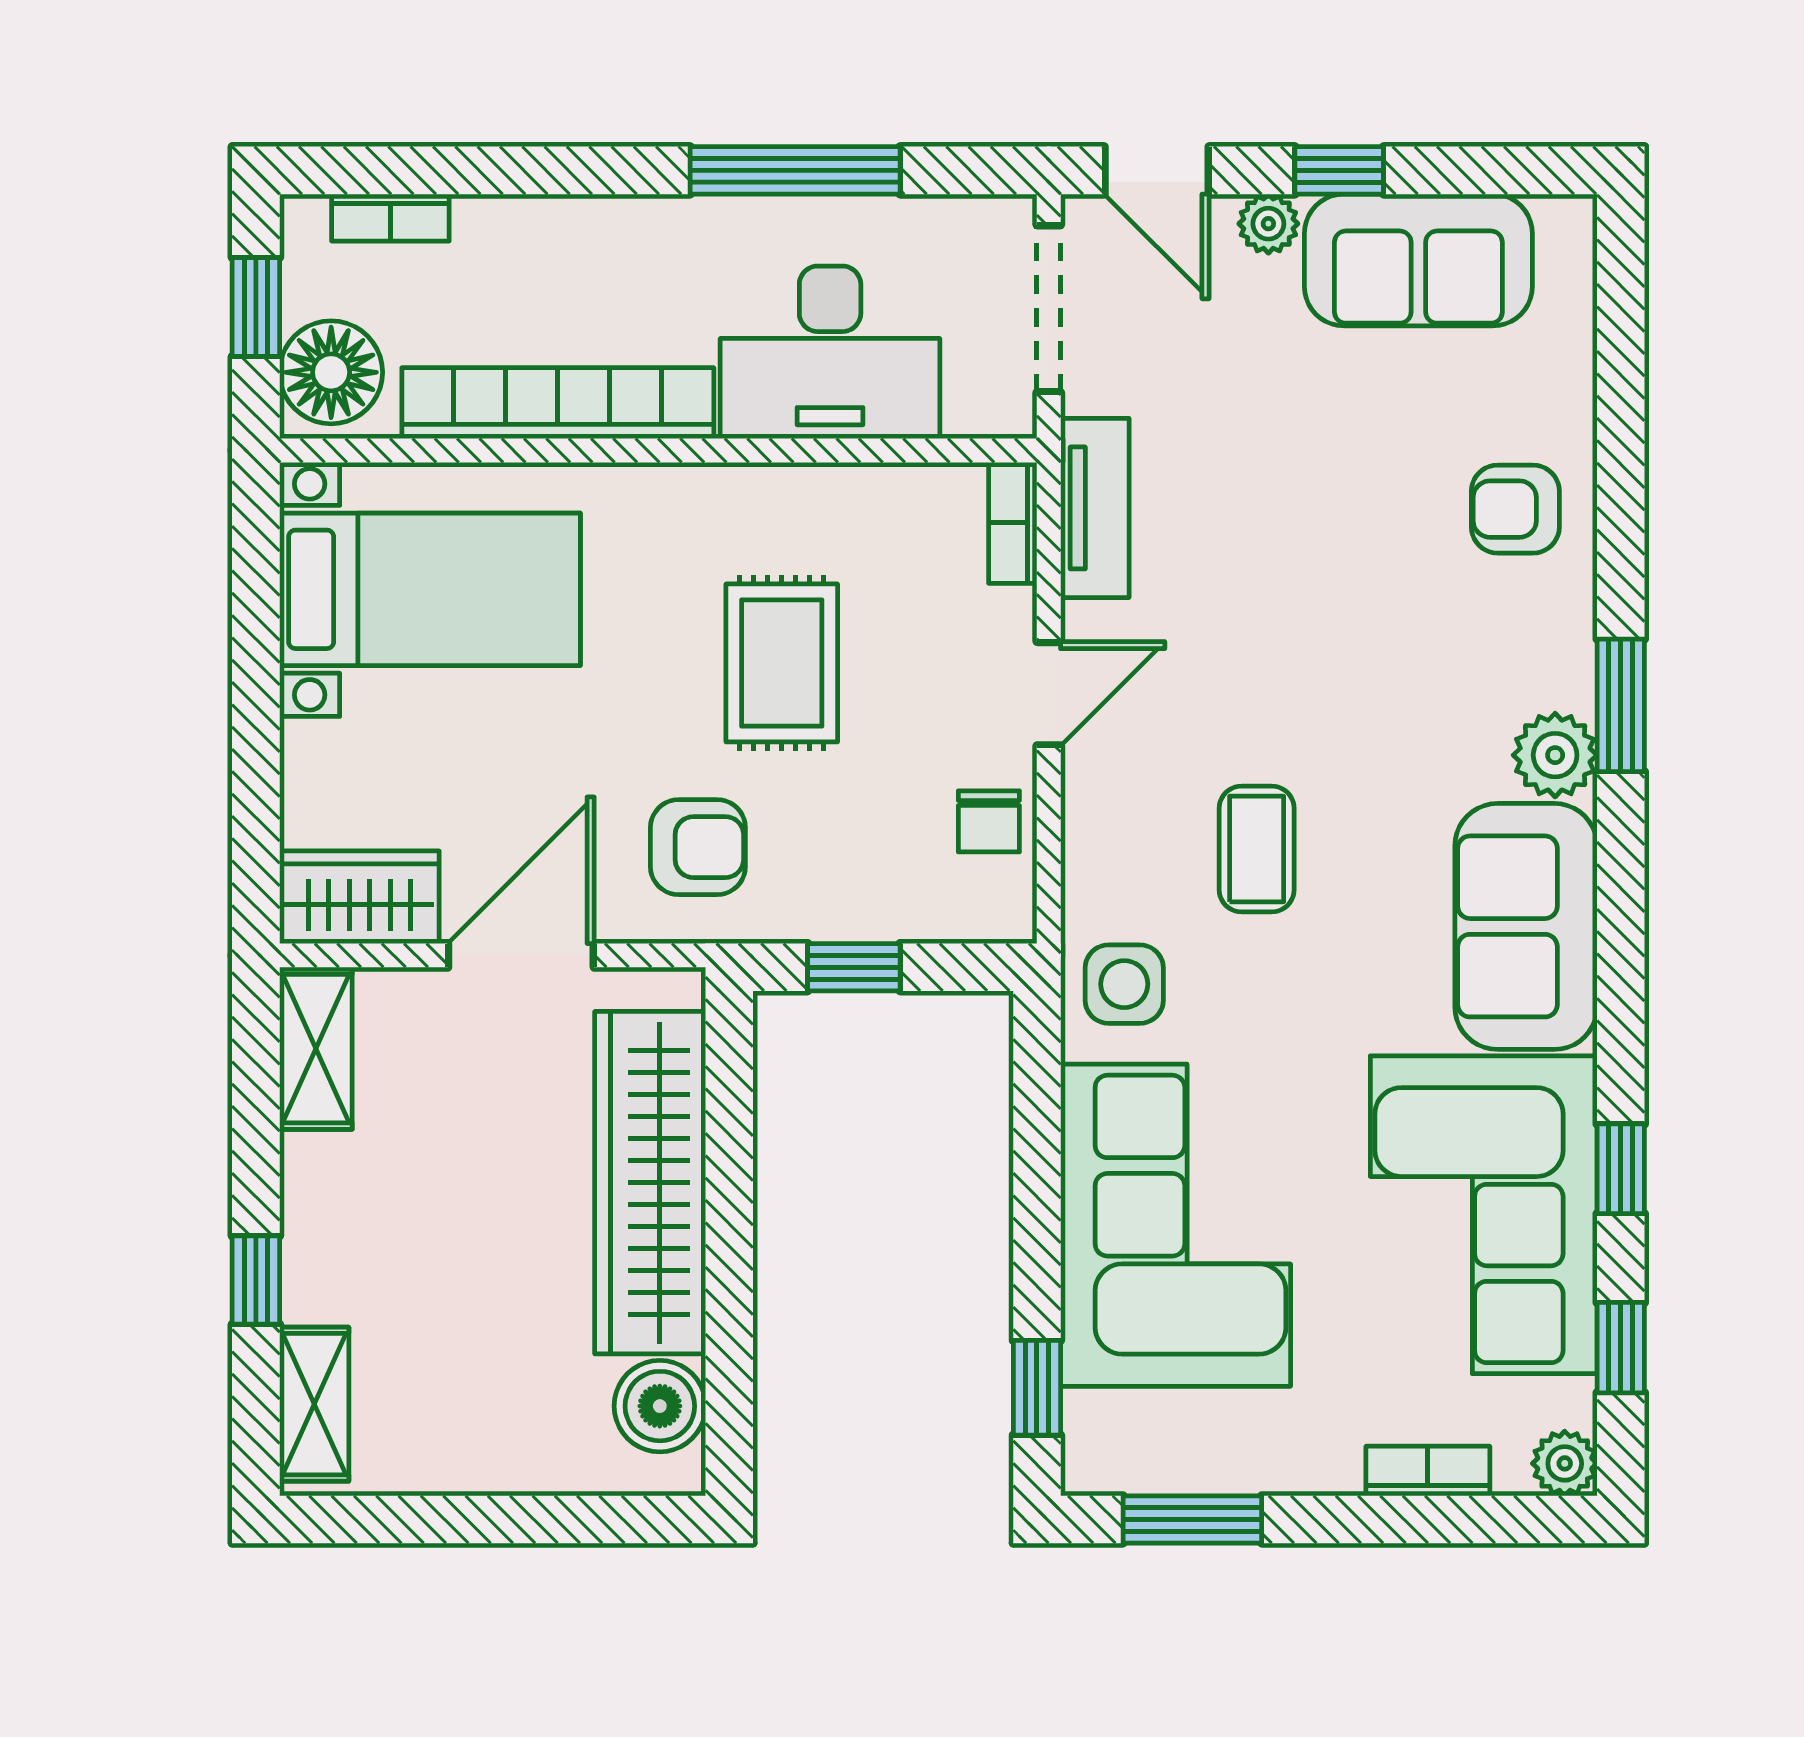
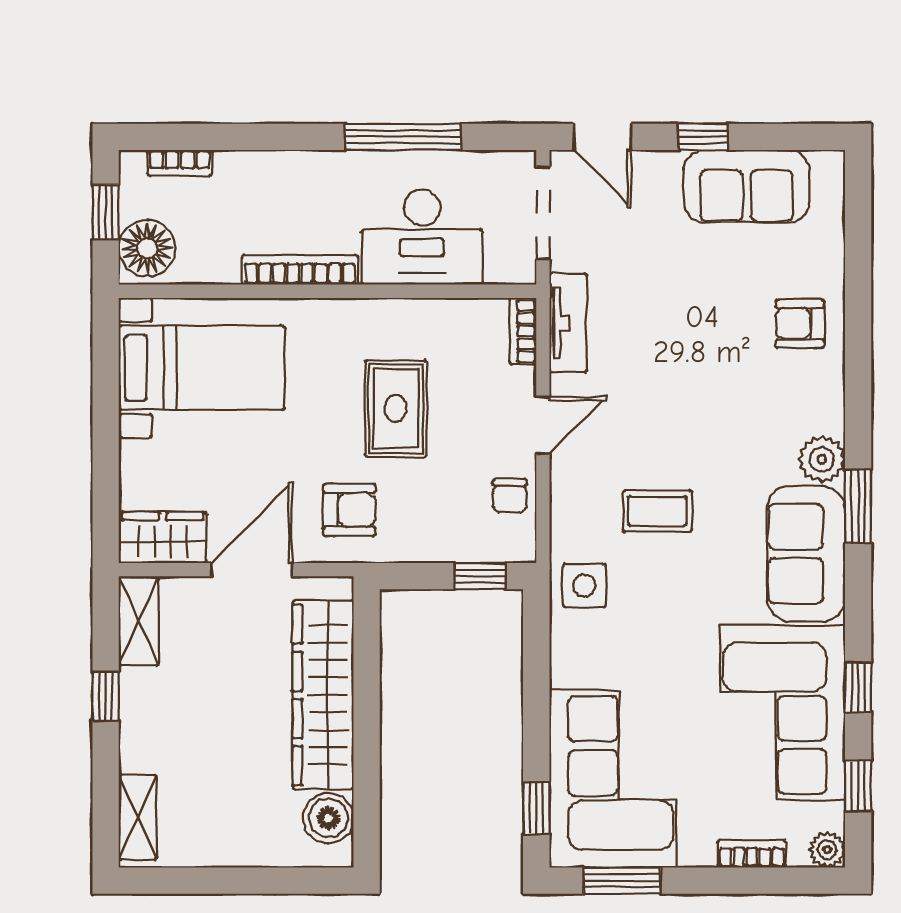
plant: (1268, 224) -> (664, 166), removed
bookcase: (558, 403) -> (300, 270), width x0.68, depth x0.76
window: (1621, 705) -> (858, 506), moved
coffee table: (1257, 849) -> (657, 511), turned 90
window: (854, 967) -> (480, 576), moved
corner sofa: (1176, 1225) -> (613, 779), moved
window: (256, 1280) -> (106, 696), moved

